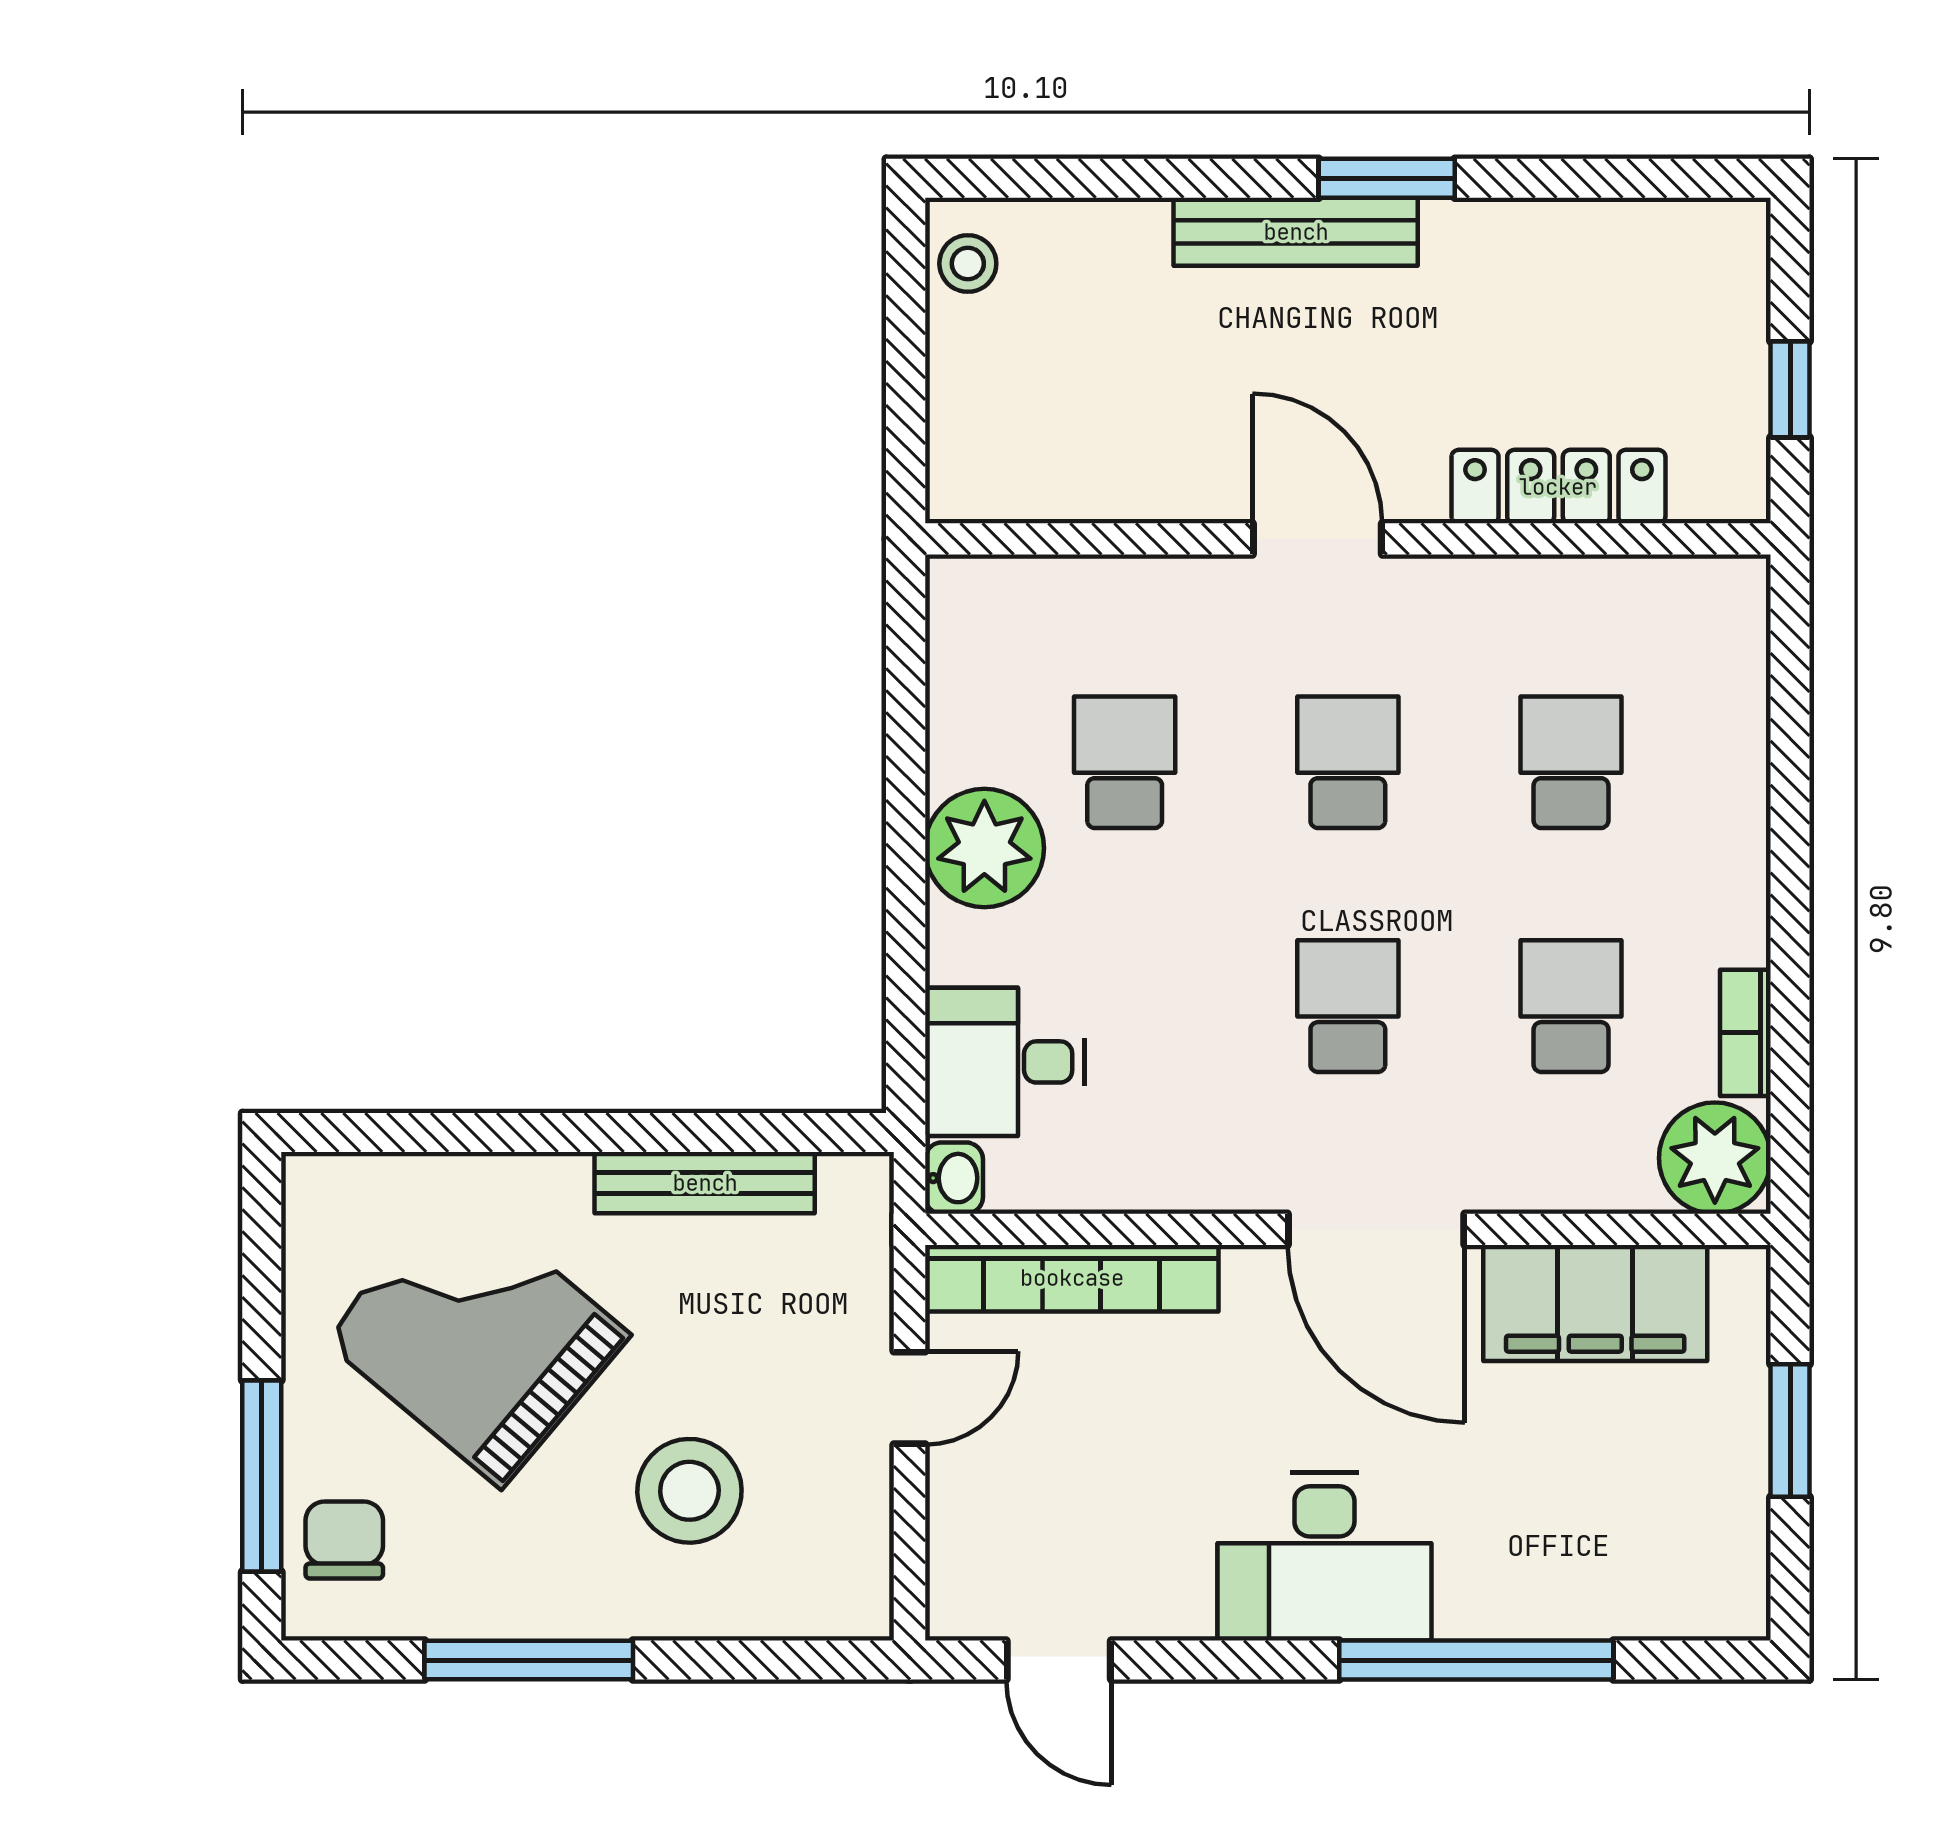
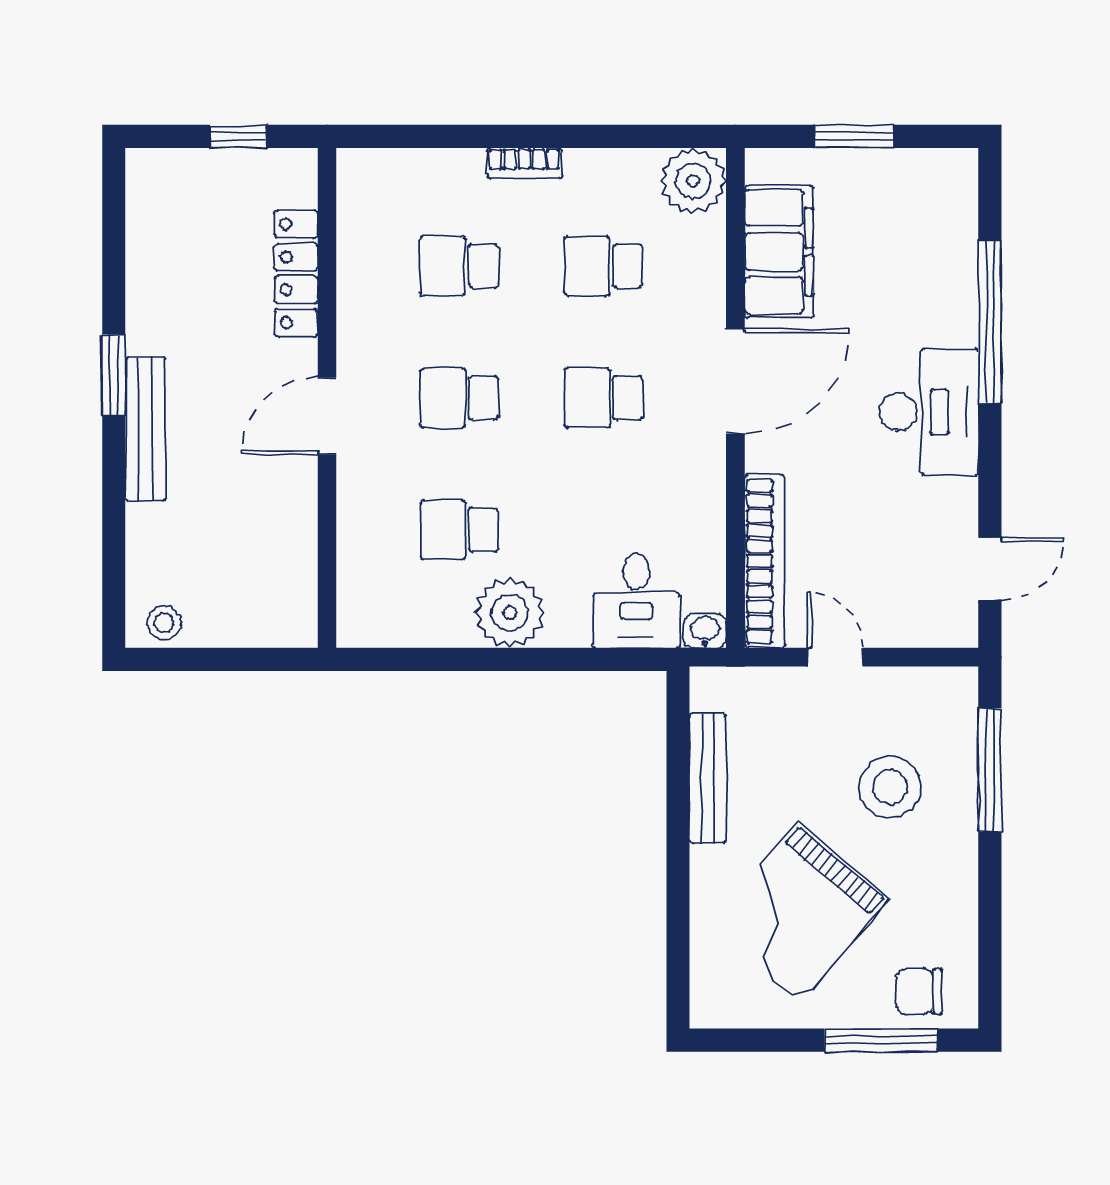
bookcase: (1745, 1033) -> (524, 163), moved
window: (529, 1660) -> (990, 770), moved

